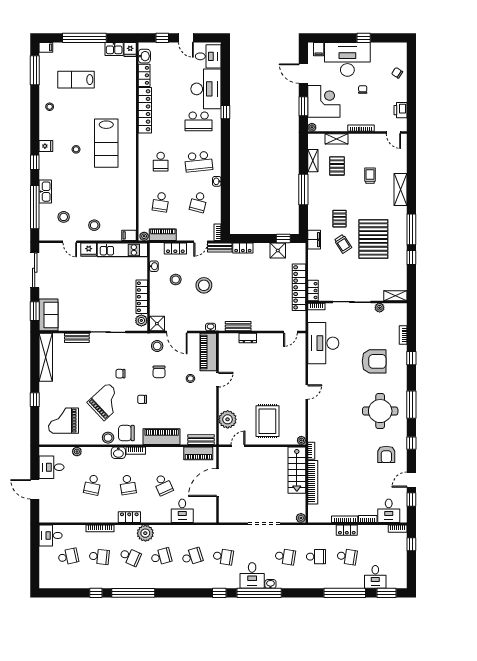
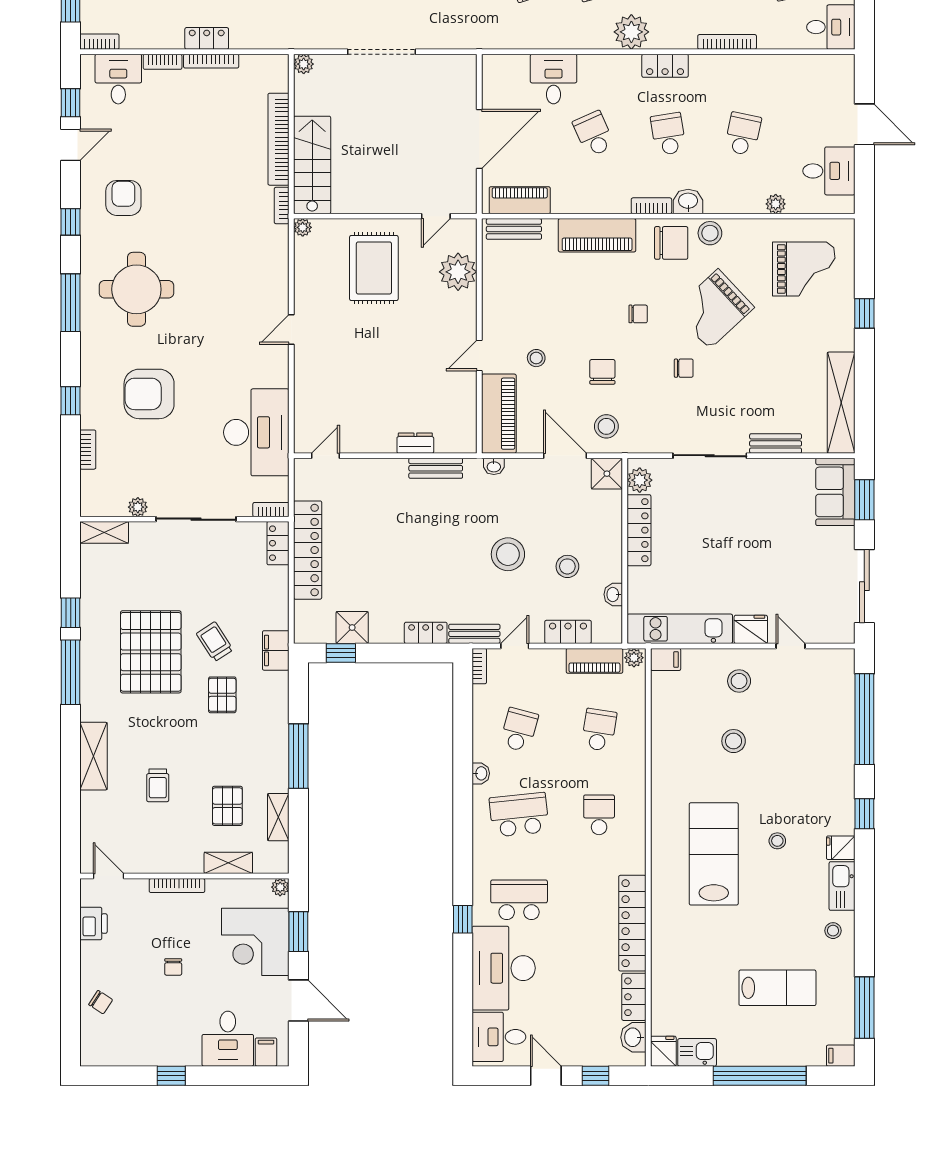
desk: (347, 59) -> (228, 1039), width x0.53, depth x0.77
kitchen sink: (45, 192) -> (842, 886), moved
stool: (64, 217) -> (734, 741), moved

